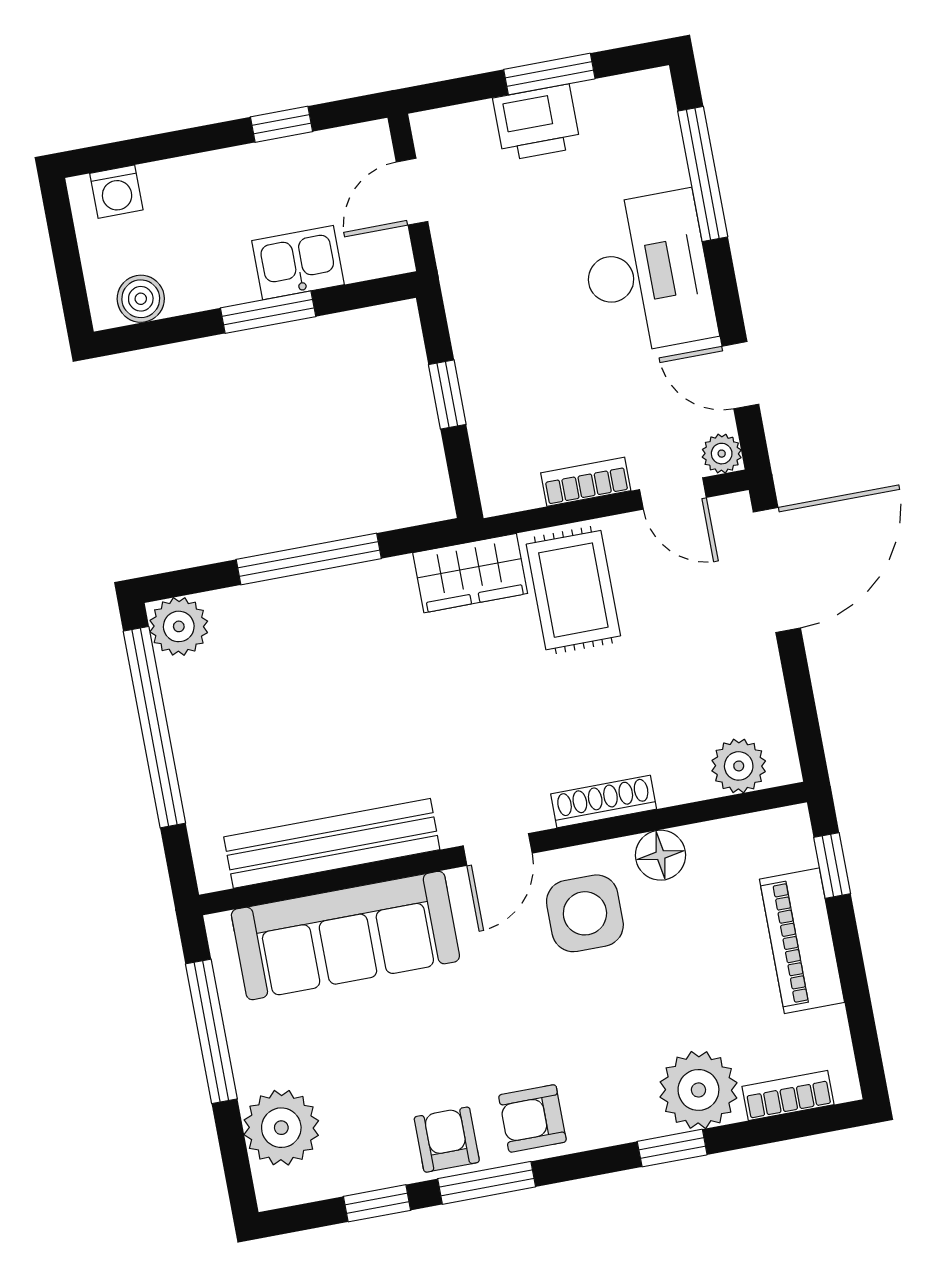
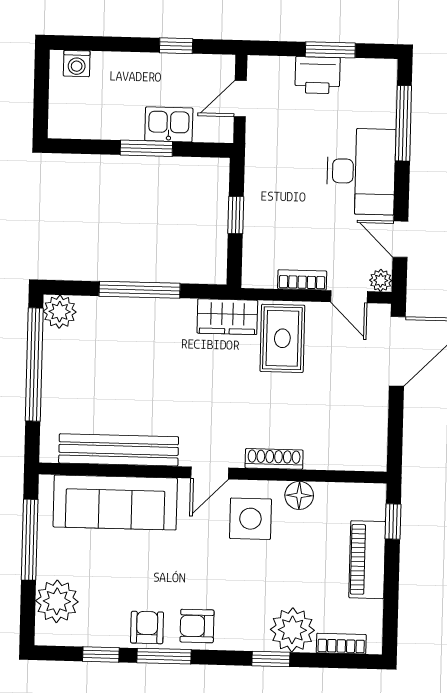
boiler: (141, 299) -> (77, 126), removed
plant: (739, 766) -> (353, 455), removed

